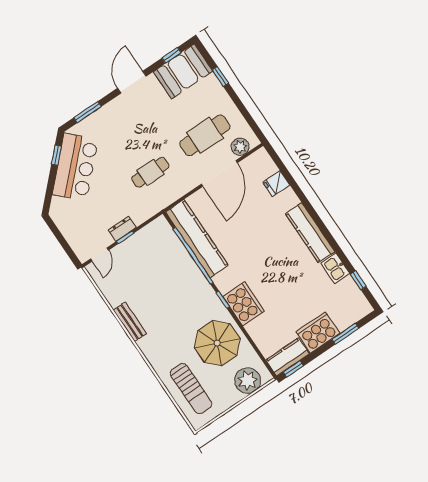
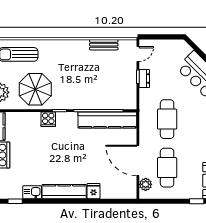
cafe table: (150, 172) -> (167, 119), width x1.37, depth x1.35
fridge: (276, 184) -> (94, 191), moved
door: (100, 255) -> (138, 54), swing flipped
cooker: (244, 304) -> (48, 119), width x0.53, depth x0.76
bench: (130, 322) -> (104, 45), moved

